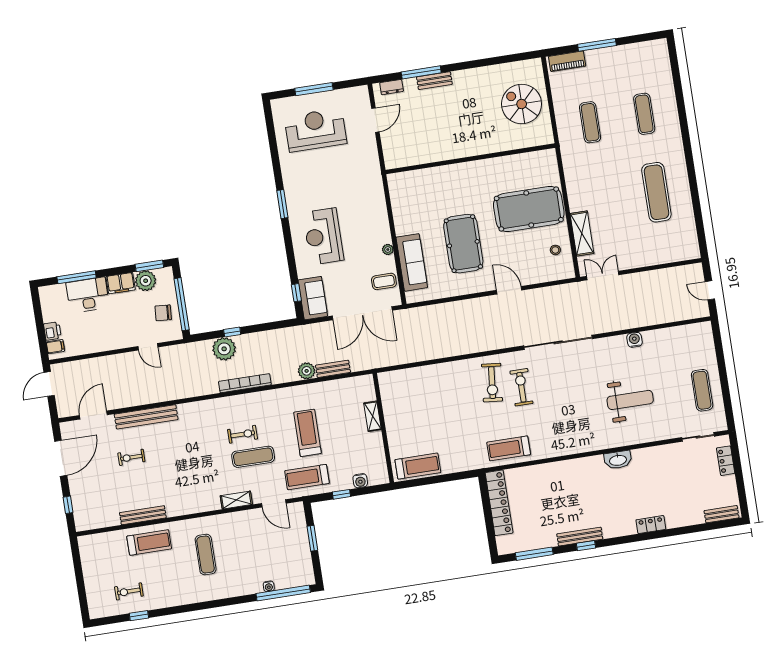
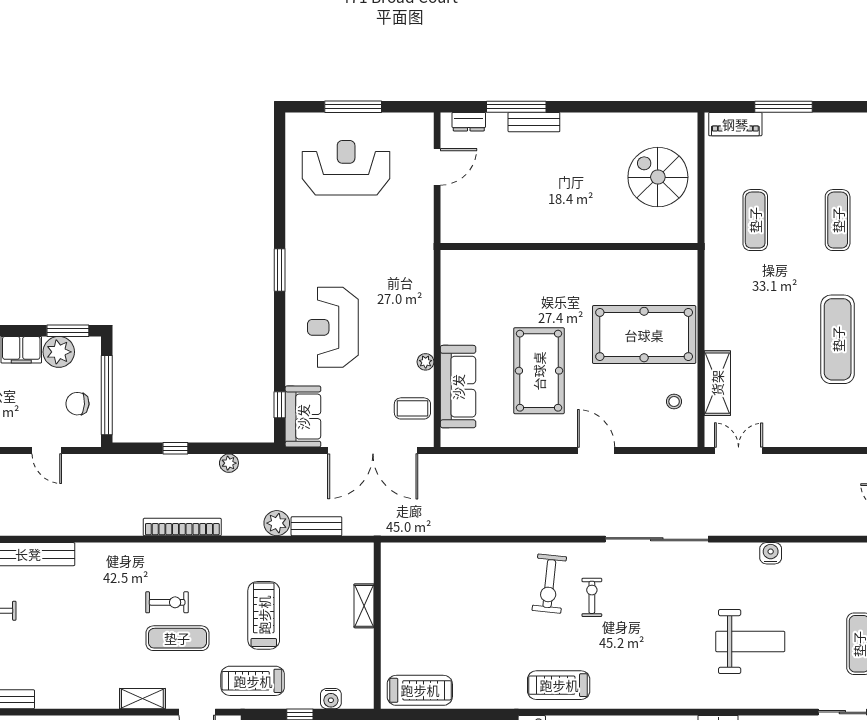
plant: (224, 349) -> (229, 463), moved, width x0.53, depth x0.53
exercise bike: (521, 387) -> (592, 597), width x0.73, depth x0.72

